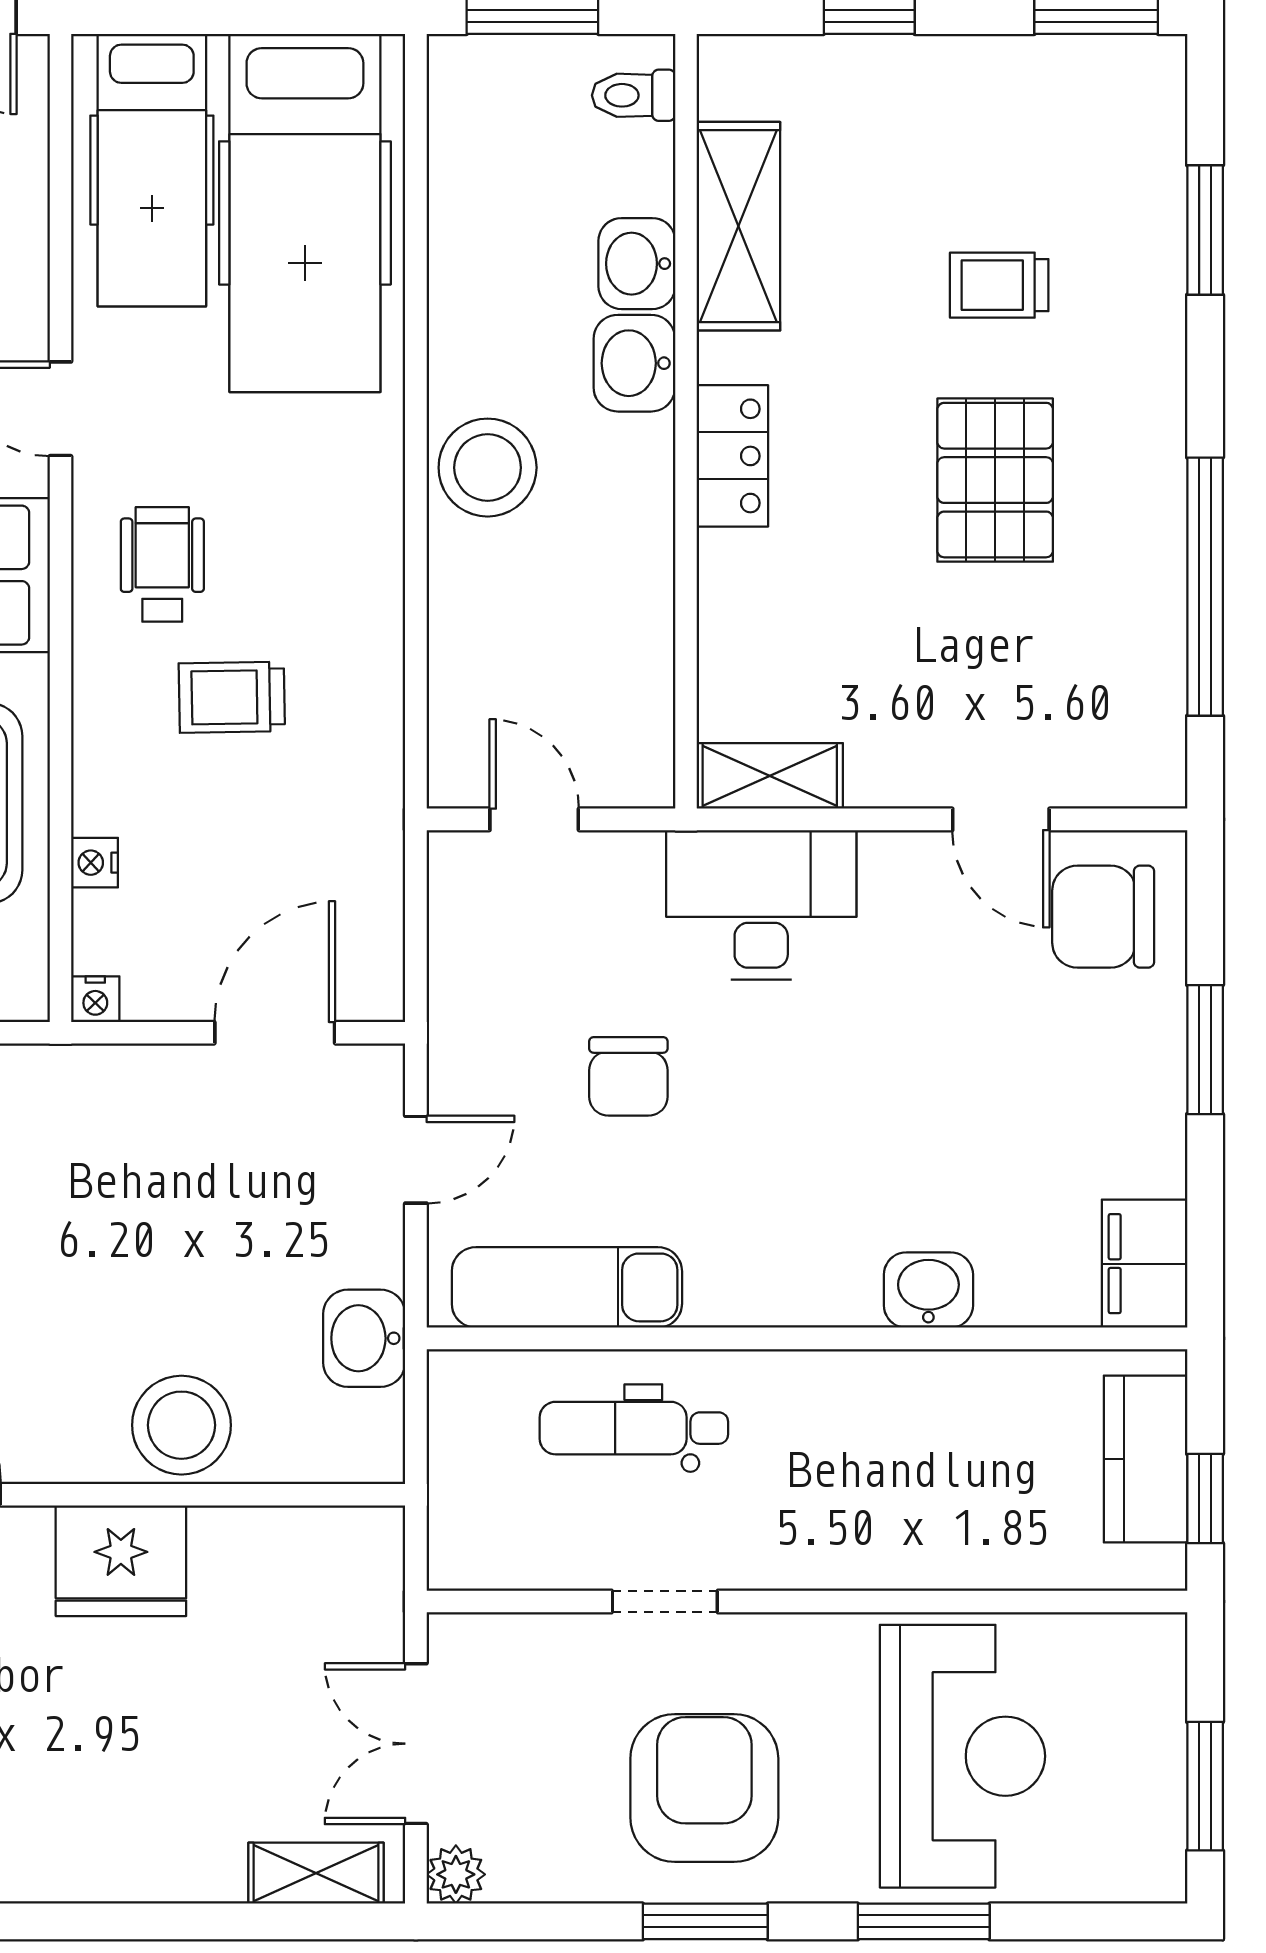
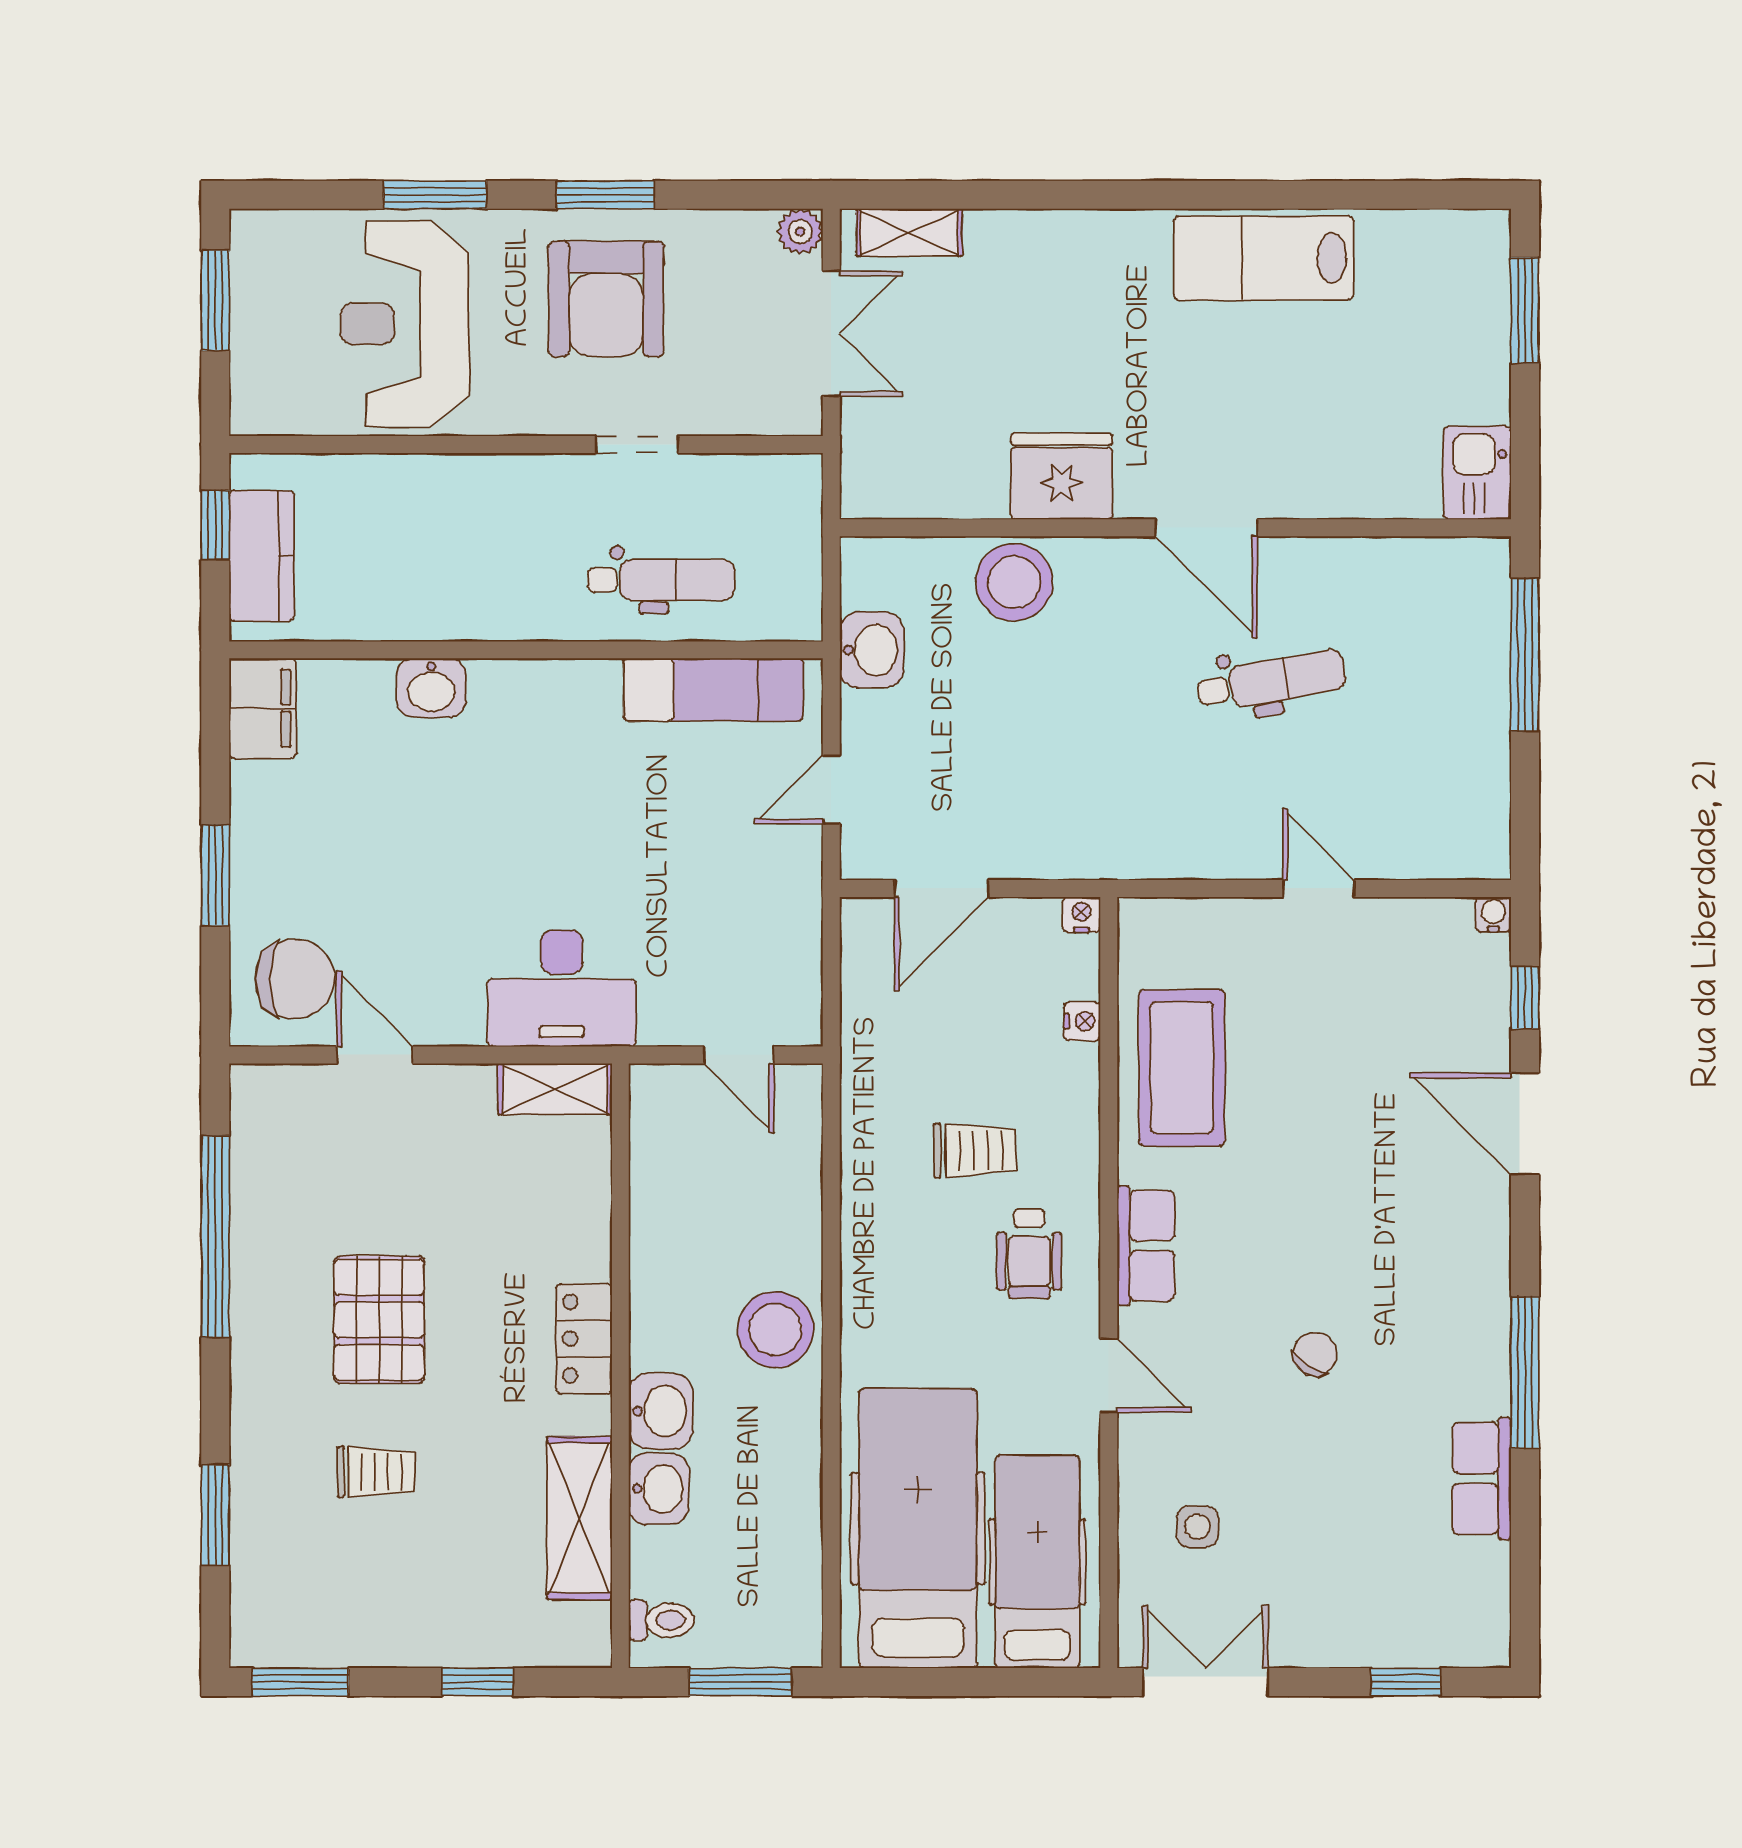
chair: (628, 1076) -> (665, 854), removed

